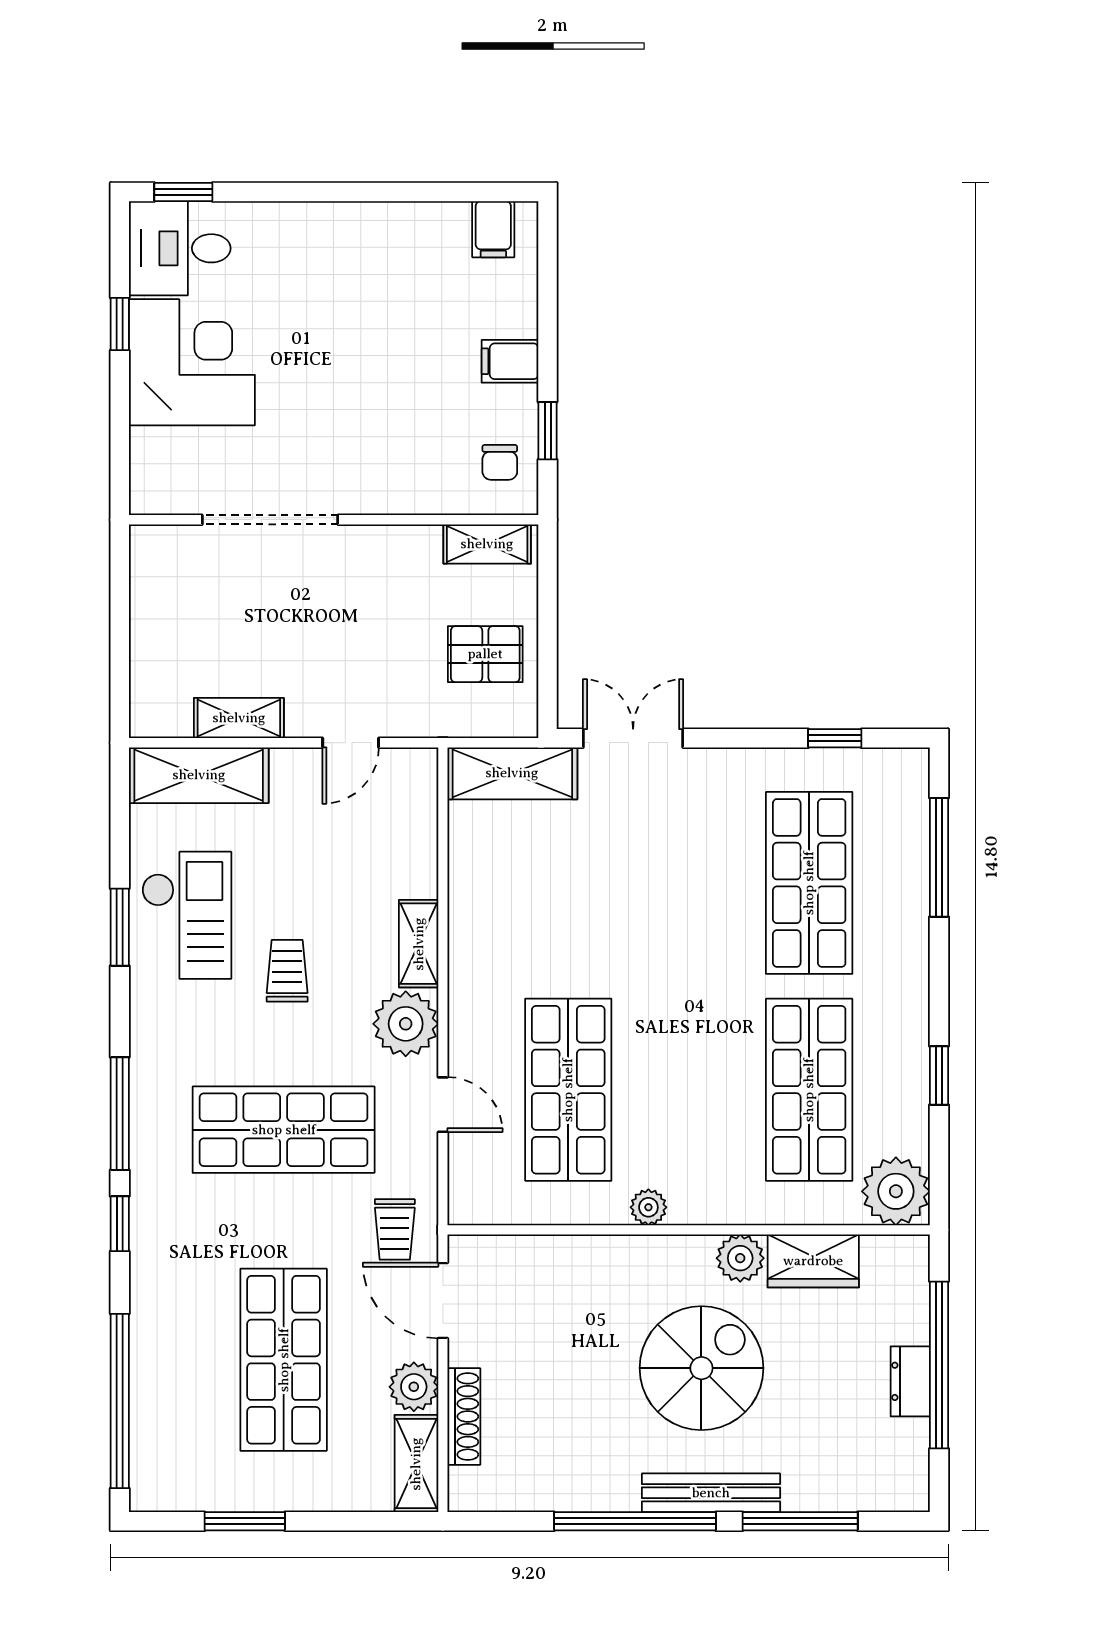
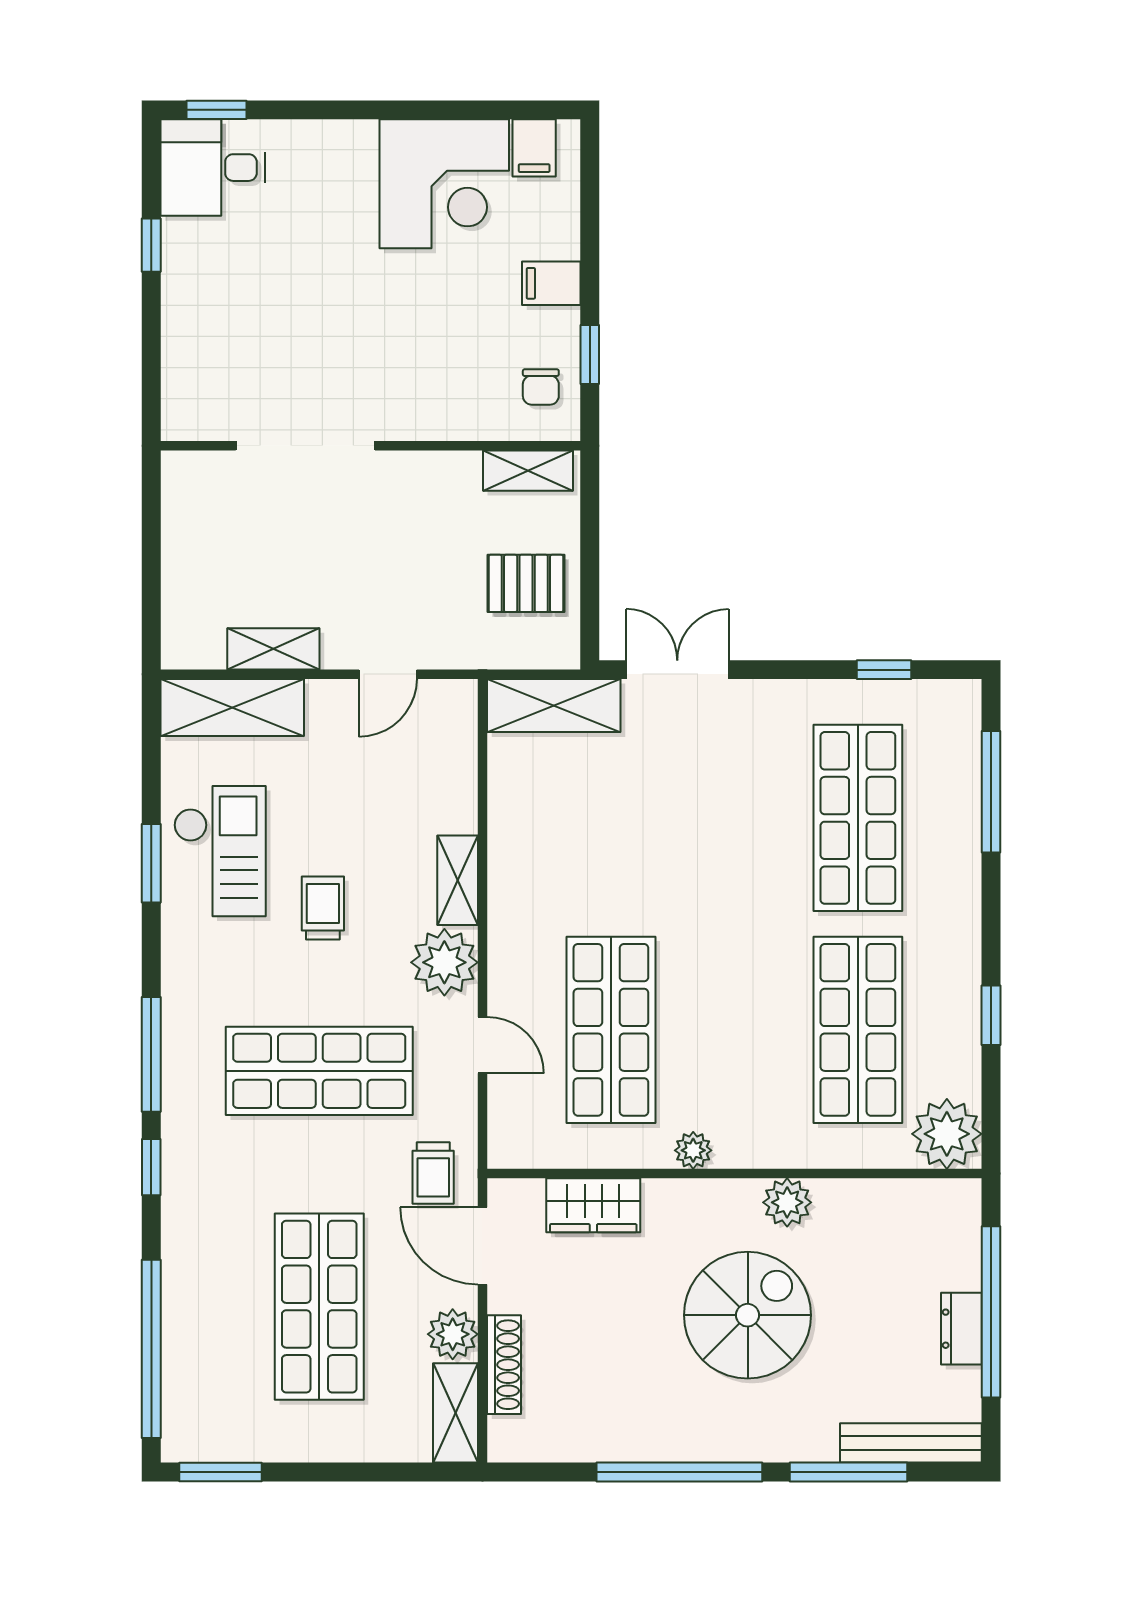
corner desk: (192, 362) -> (444, 184), moved, turned 90
wardrobe: (813, 1261) -> (593, 1205), moved
bench: (711, 1493) -> (911, 1443), moved
window: (245, 1521) -> (220, 1472), moved

